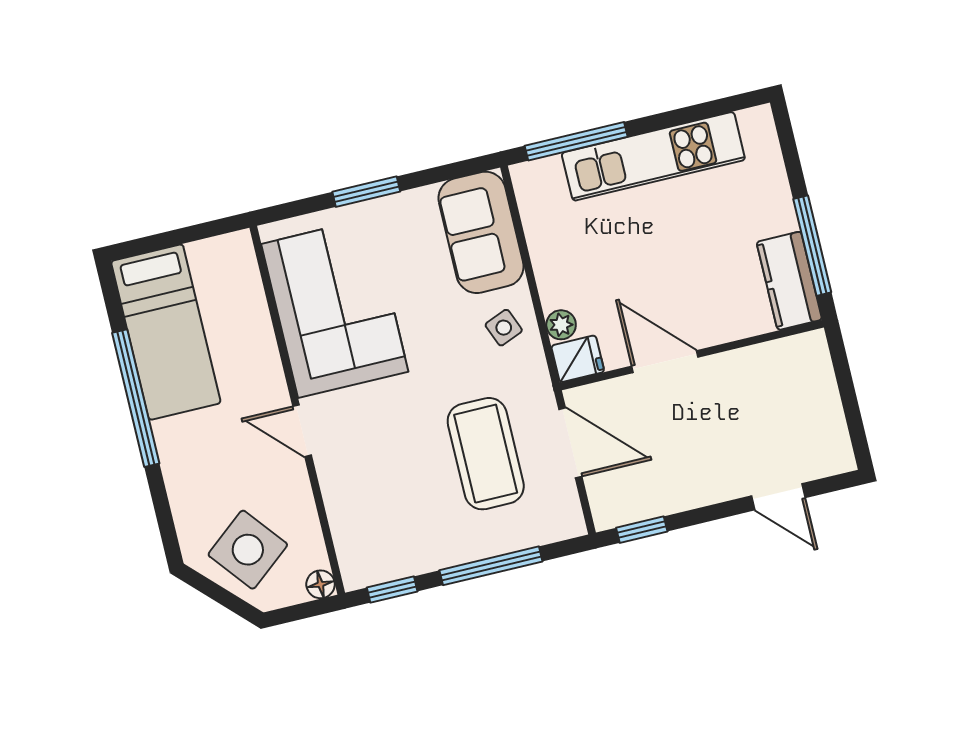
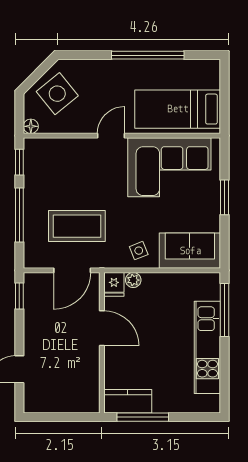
bed: (166, 332) -> (178, 109), moved
door: (665, 362) -> (102, 328), hinge flipped

